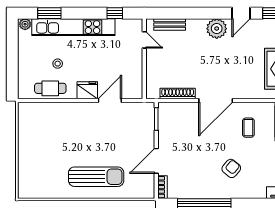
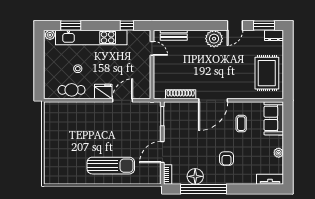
armchair: (231, 168) -> (227, 159), turned 140
floor lamp: (195, 189) -> (195, 176), added

